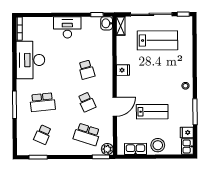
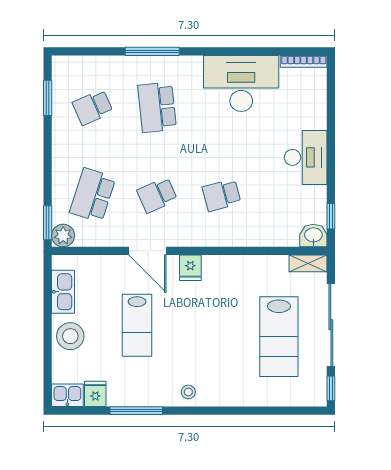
fridge: (123, 70) -> (190, 268), moved
school desk: (43, 135) -> (93, 107), turned -48

